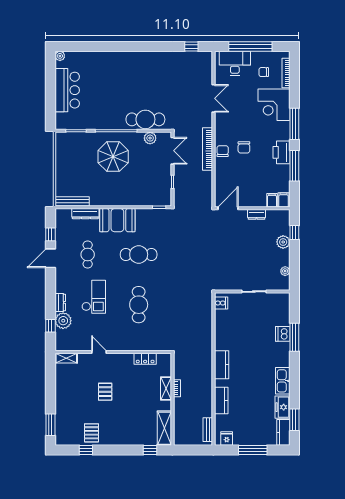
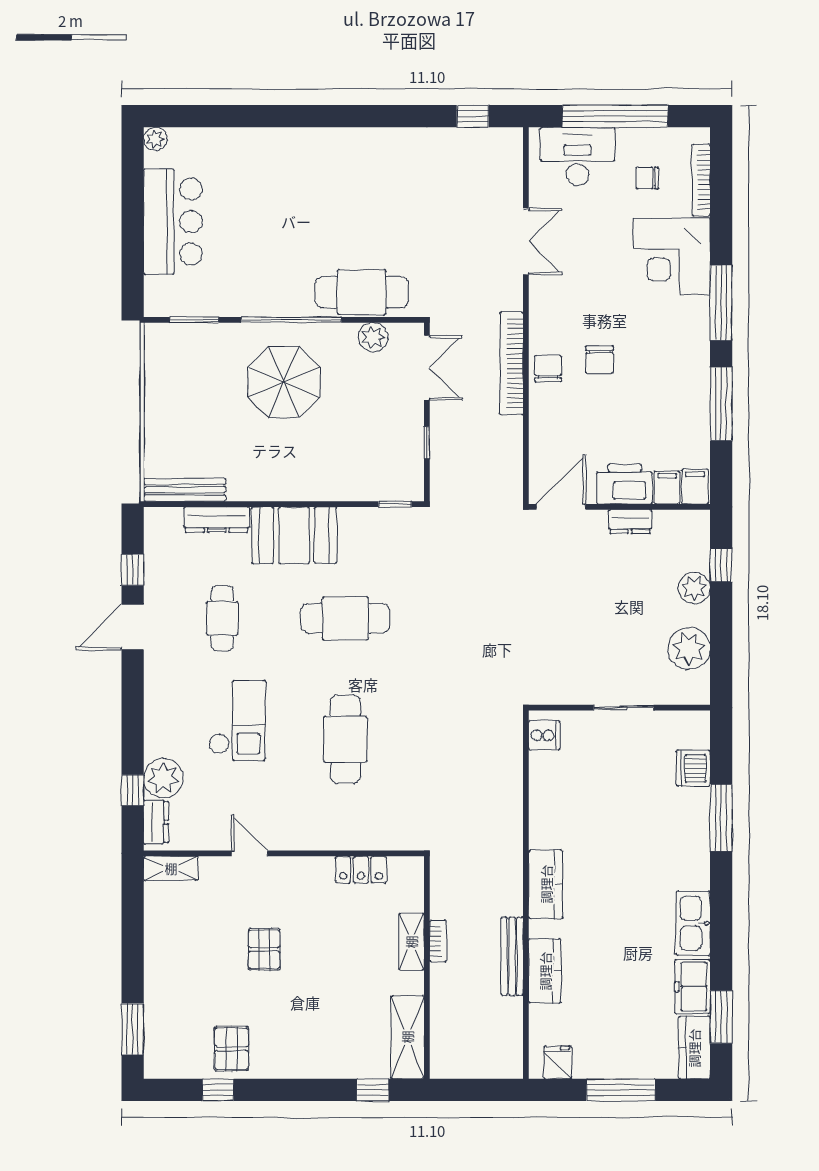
printer: (282, 152) -> (625, 484), moved, turned 90
plant: (285, 271) -> (689, 648), width x1.87, depth x1.87
dresser: (60, 302) -> (156, 822), moved
dishwasher: (283, 334) -> (693, 768), moved
bench: (208, 430) -> (512, 956), moved, width x1.36

